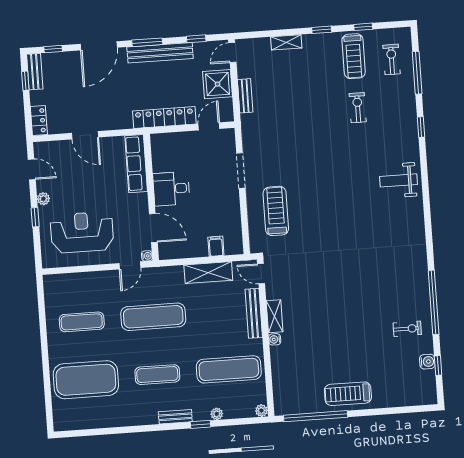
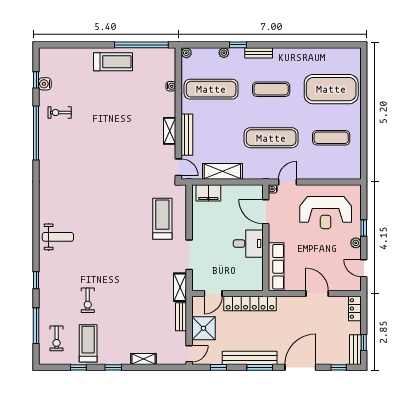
shelving: (249, 131) -> (180, 287), added
treadmill: (276, 211) -> (162, 219), turned 180
filing cabinet: (216, 246) -> (208, 193), width x2.00
water cooler: (275, 339) -> (171, 86), moved

